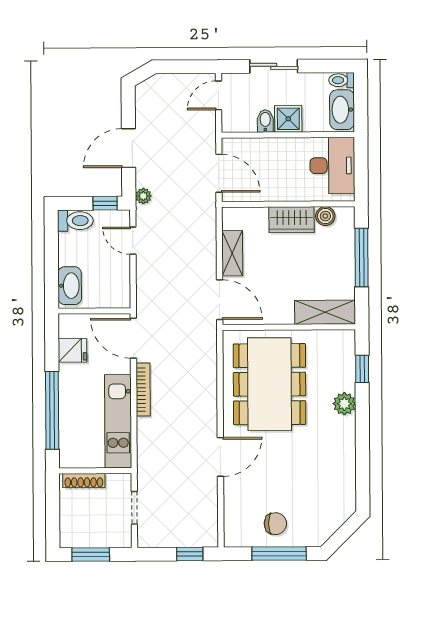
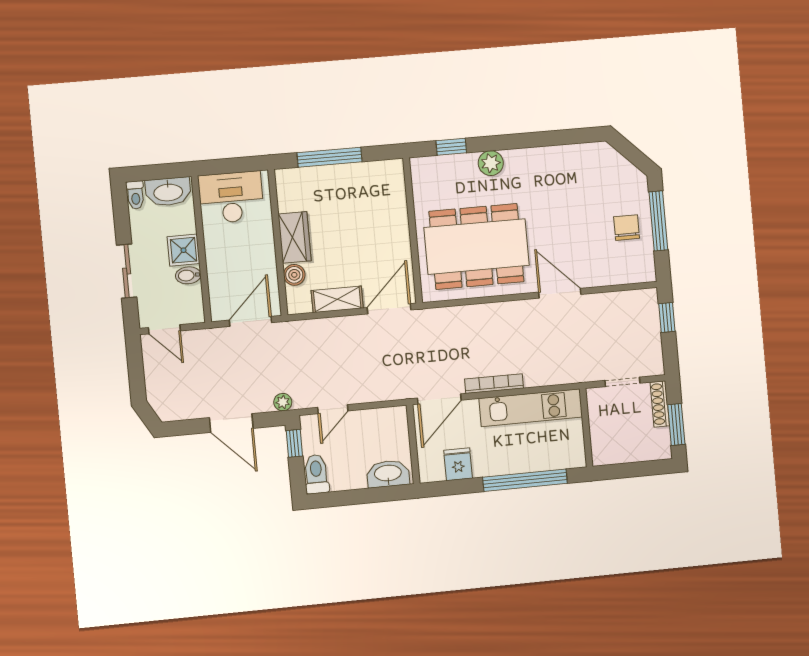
boiler: (325, 216) -> (294, 275), moved
shelving: (325, 312) -> (393, 192), removed
shoe rack: (84, 481) -> (660, 404), moved, turned 180

